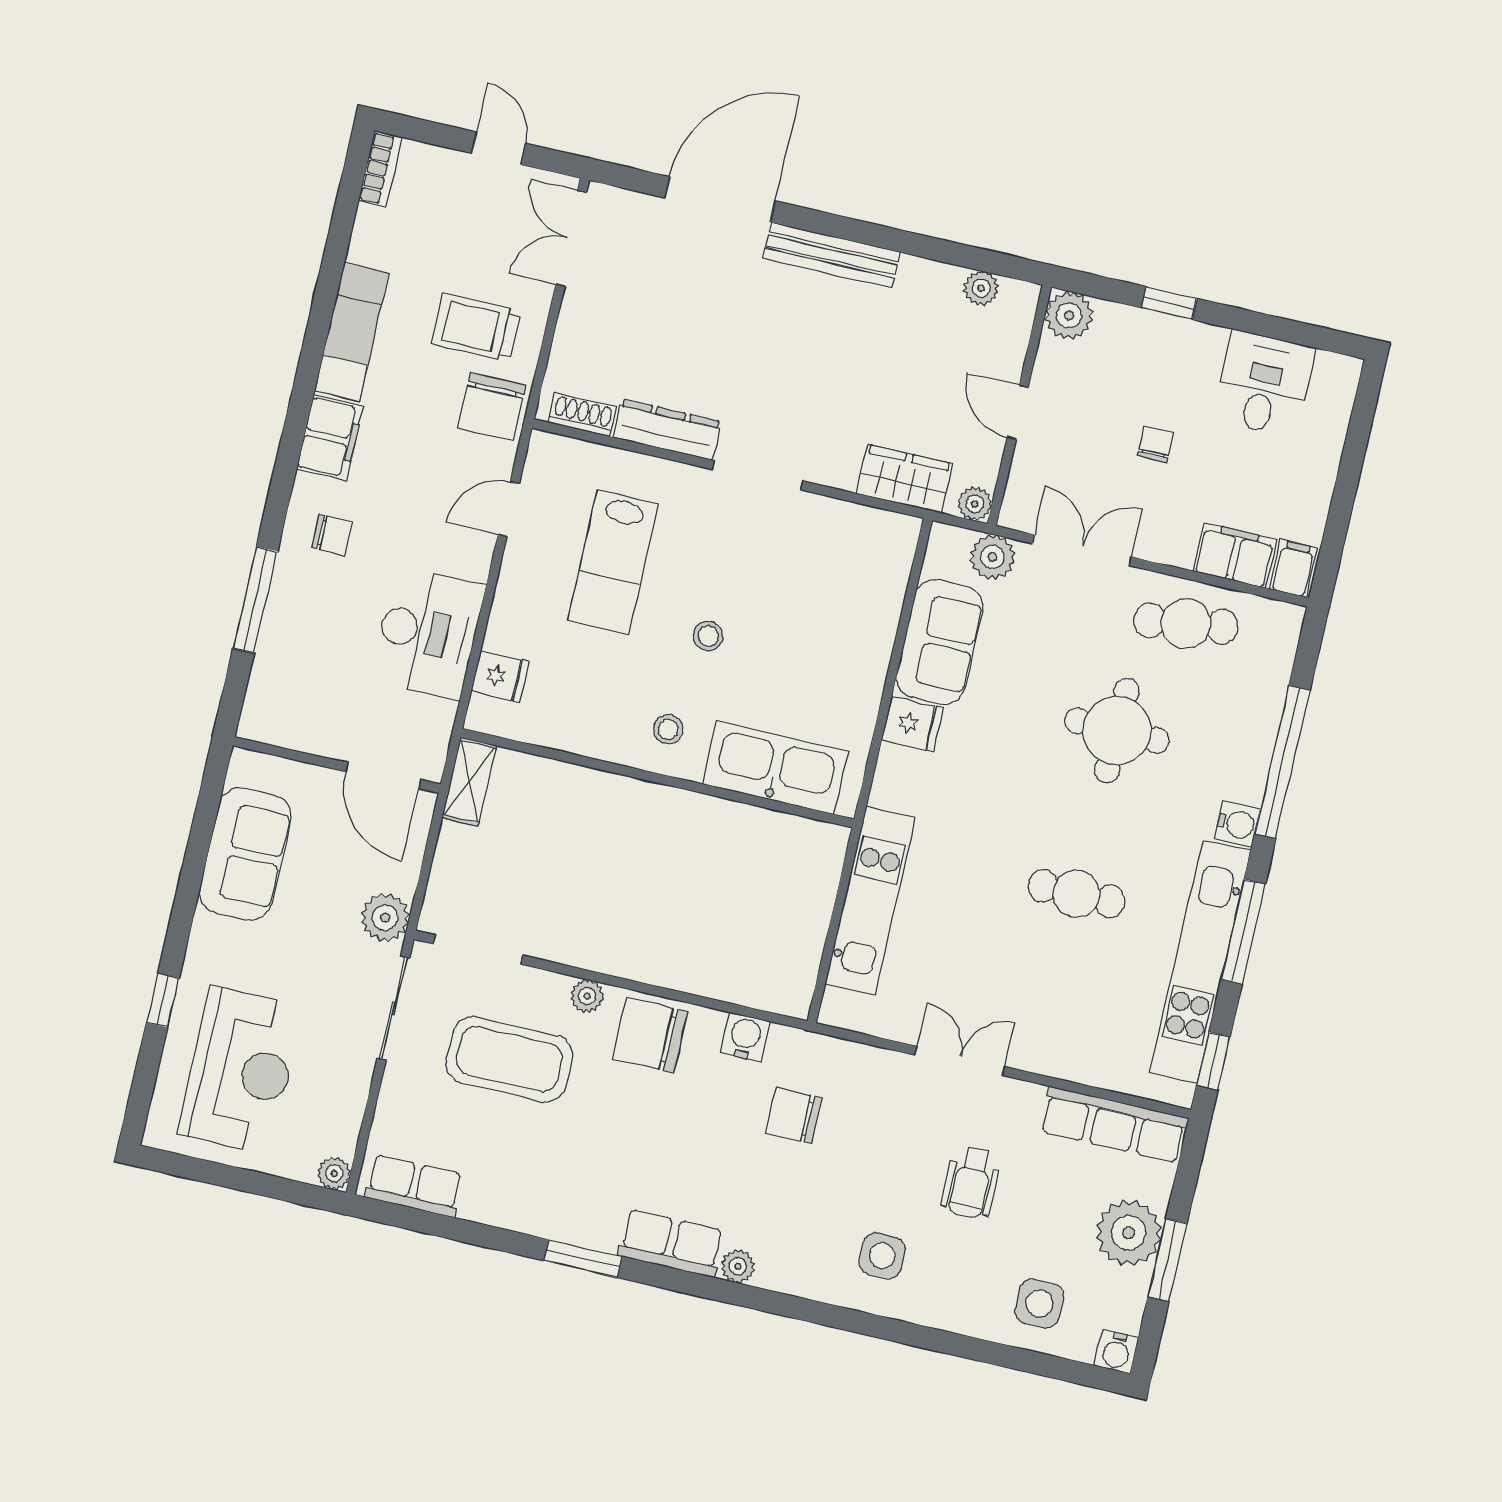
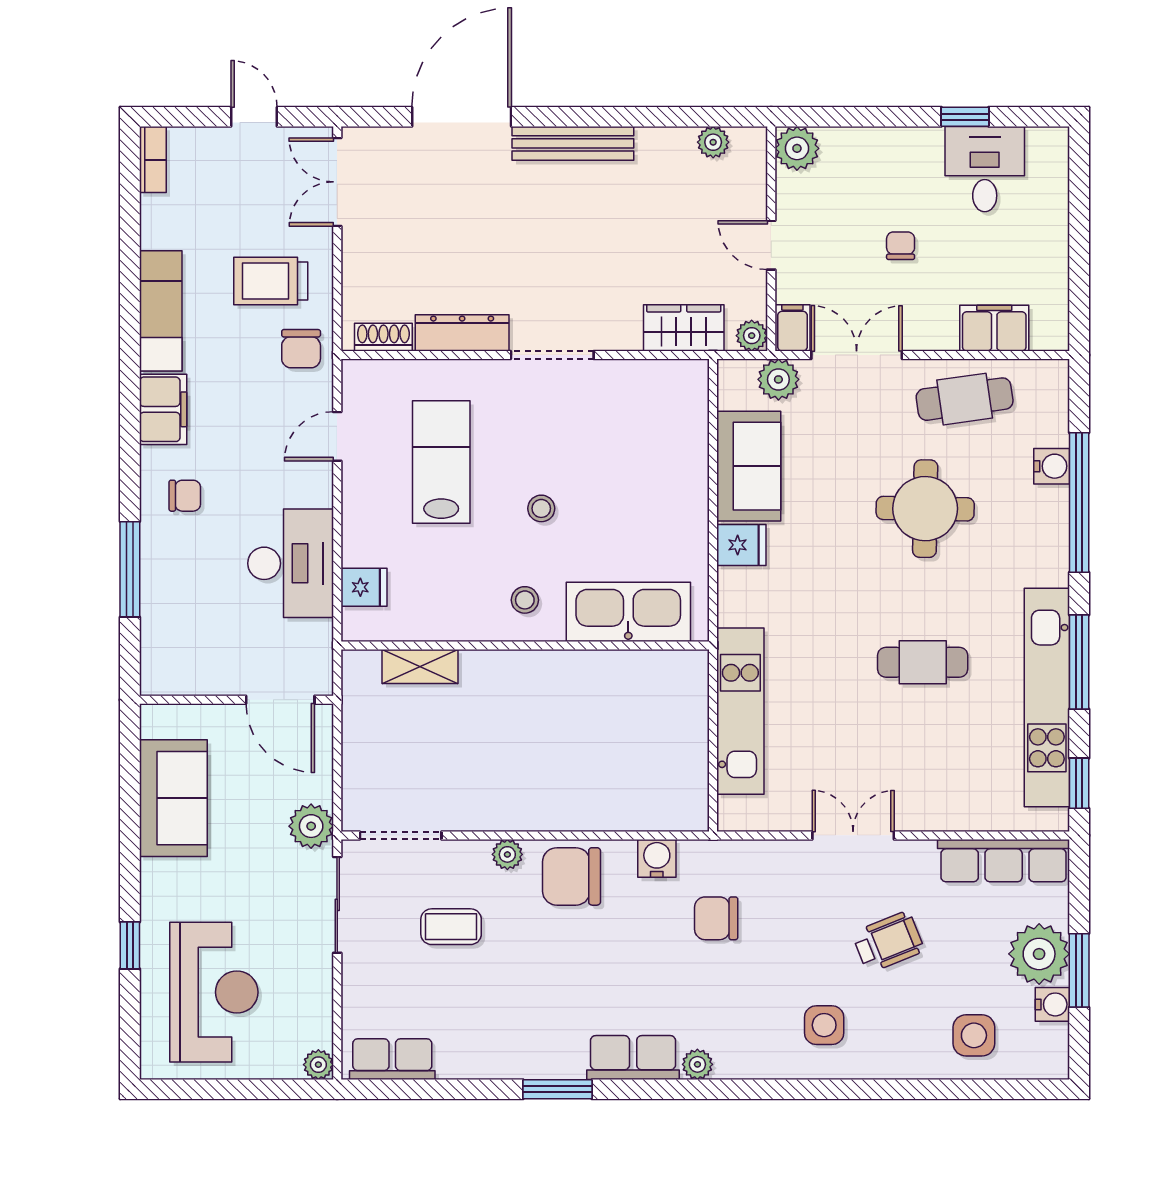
window: (1169, 303) -> (965, 117), moved
chair: (492, 407) -> (301, 349), width x0.73, depth x0.73
lab bench: (613, 562) -> (441, 462), turned 180
filing cabinet: (1293, 569) -> (792, 328), moved
shelving: (469, 781) -> (420, 667), moved, turned 90
water cooler: (1237, 824) -> (1052, 466), moved
coffee table: (509, 1059) -> (451, 927), width x0.54, depth x0.58
wheelchair: (971, 1183) -> (888, 942), turned -112
water cooler: (1116, 1352) -> (1052, 1004), moved, turned -90

